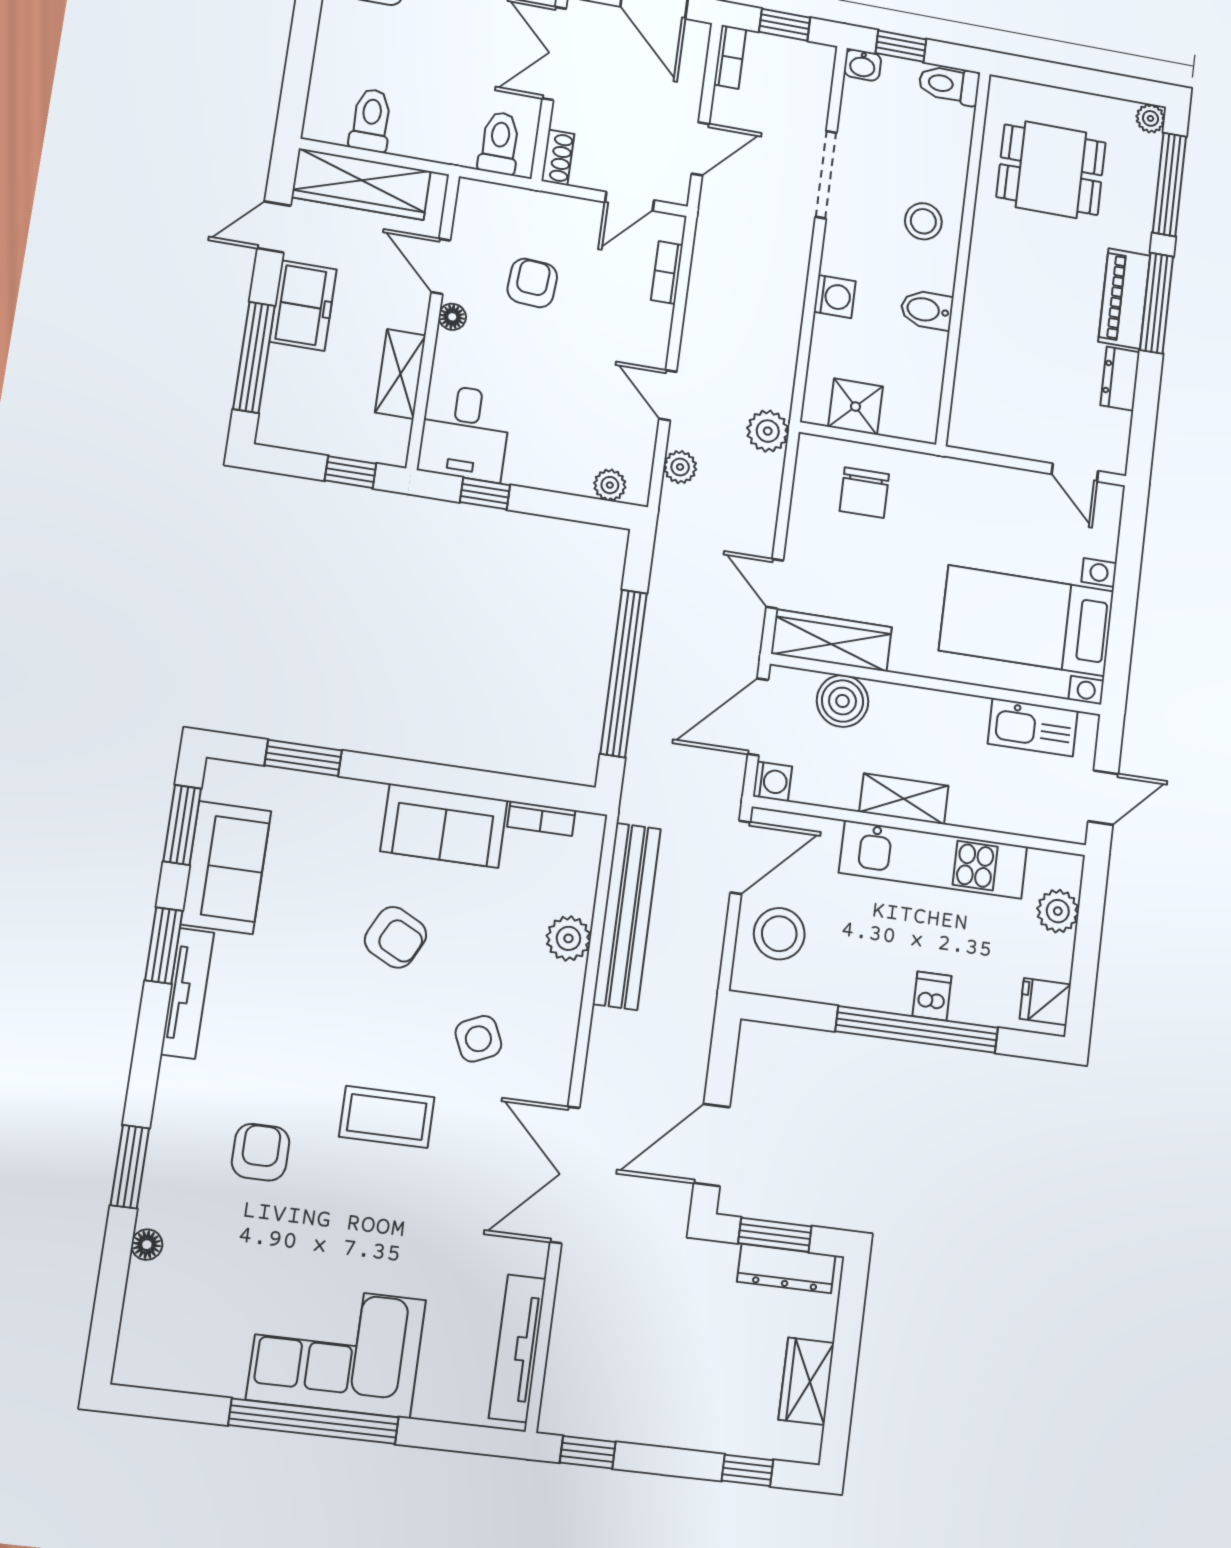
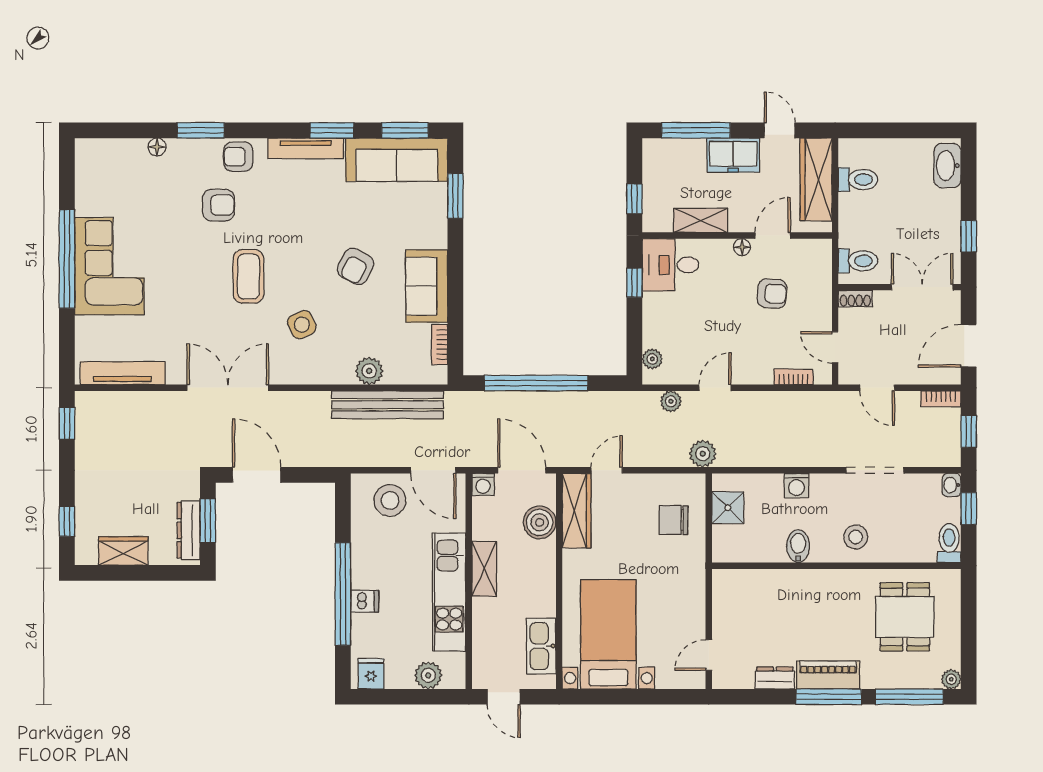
sofa: (226, 868) -> (397, 160), width x1.36
armchair: (184, 1108) -> (238, 157), added

